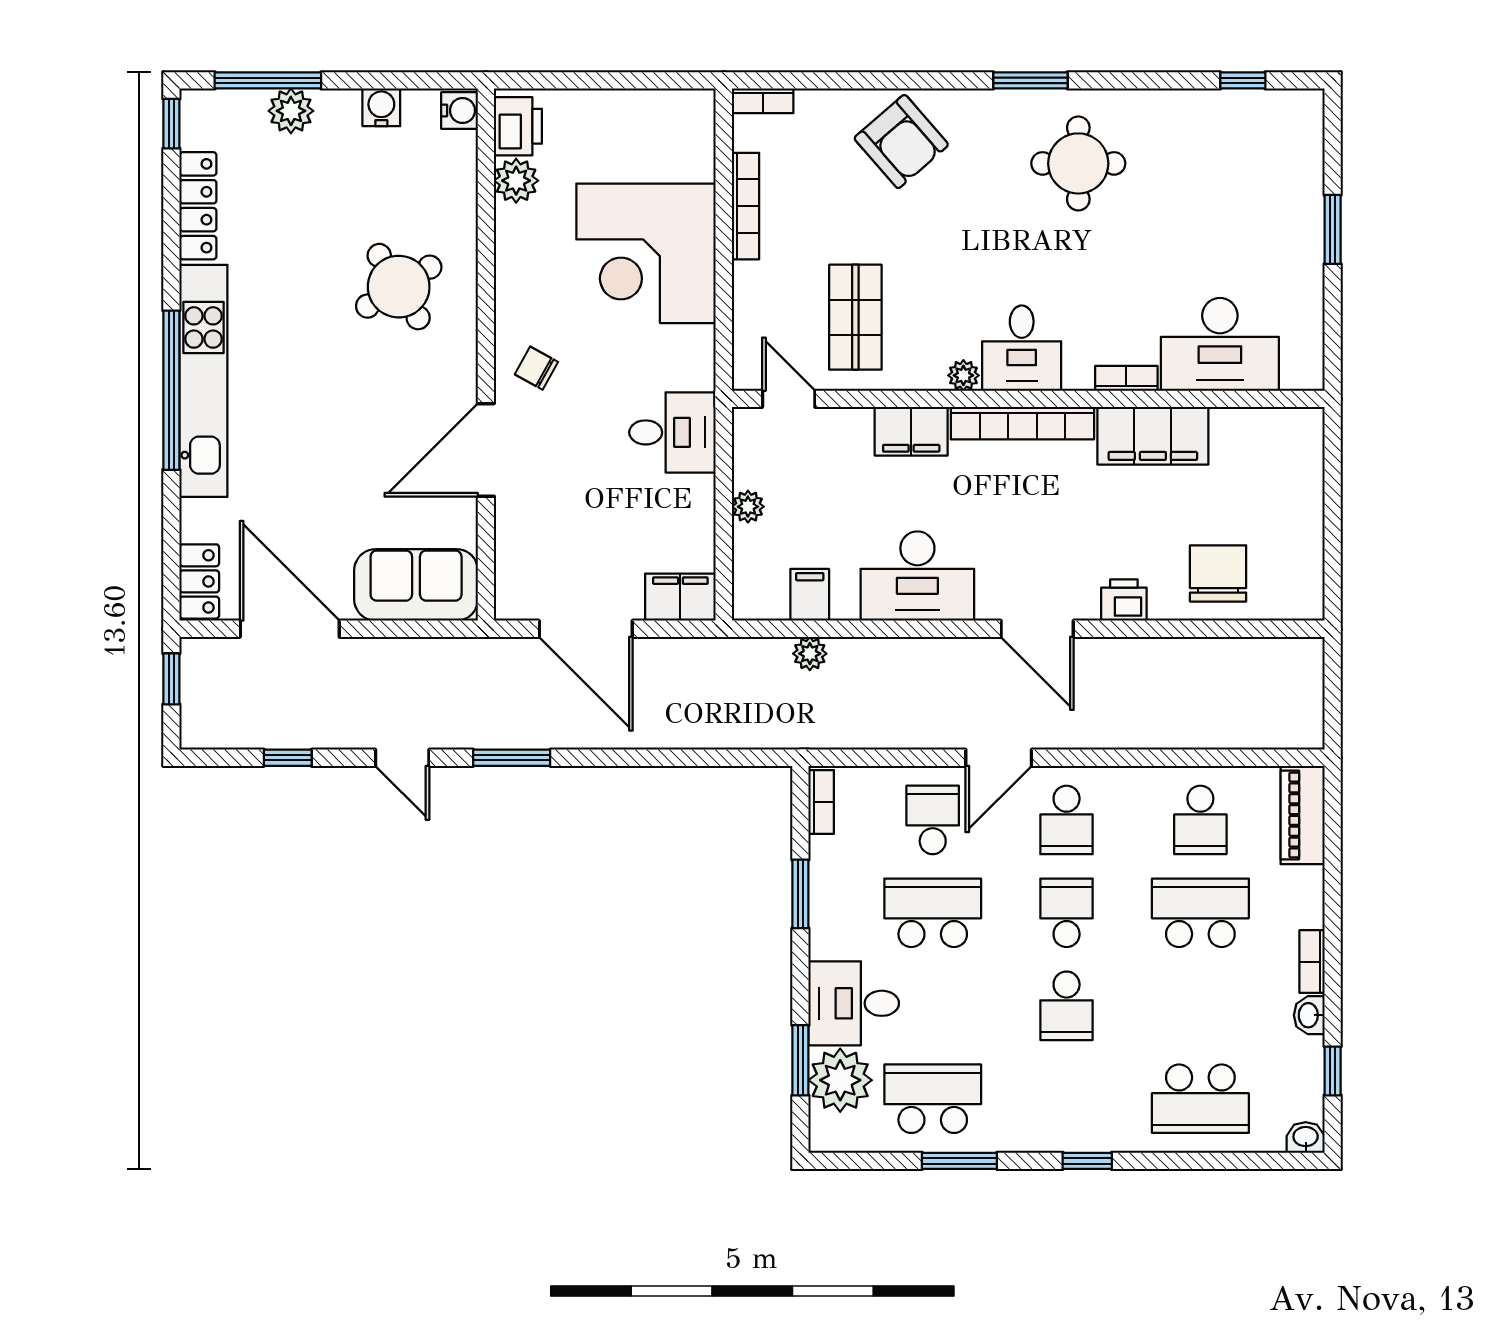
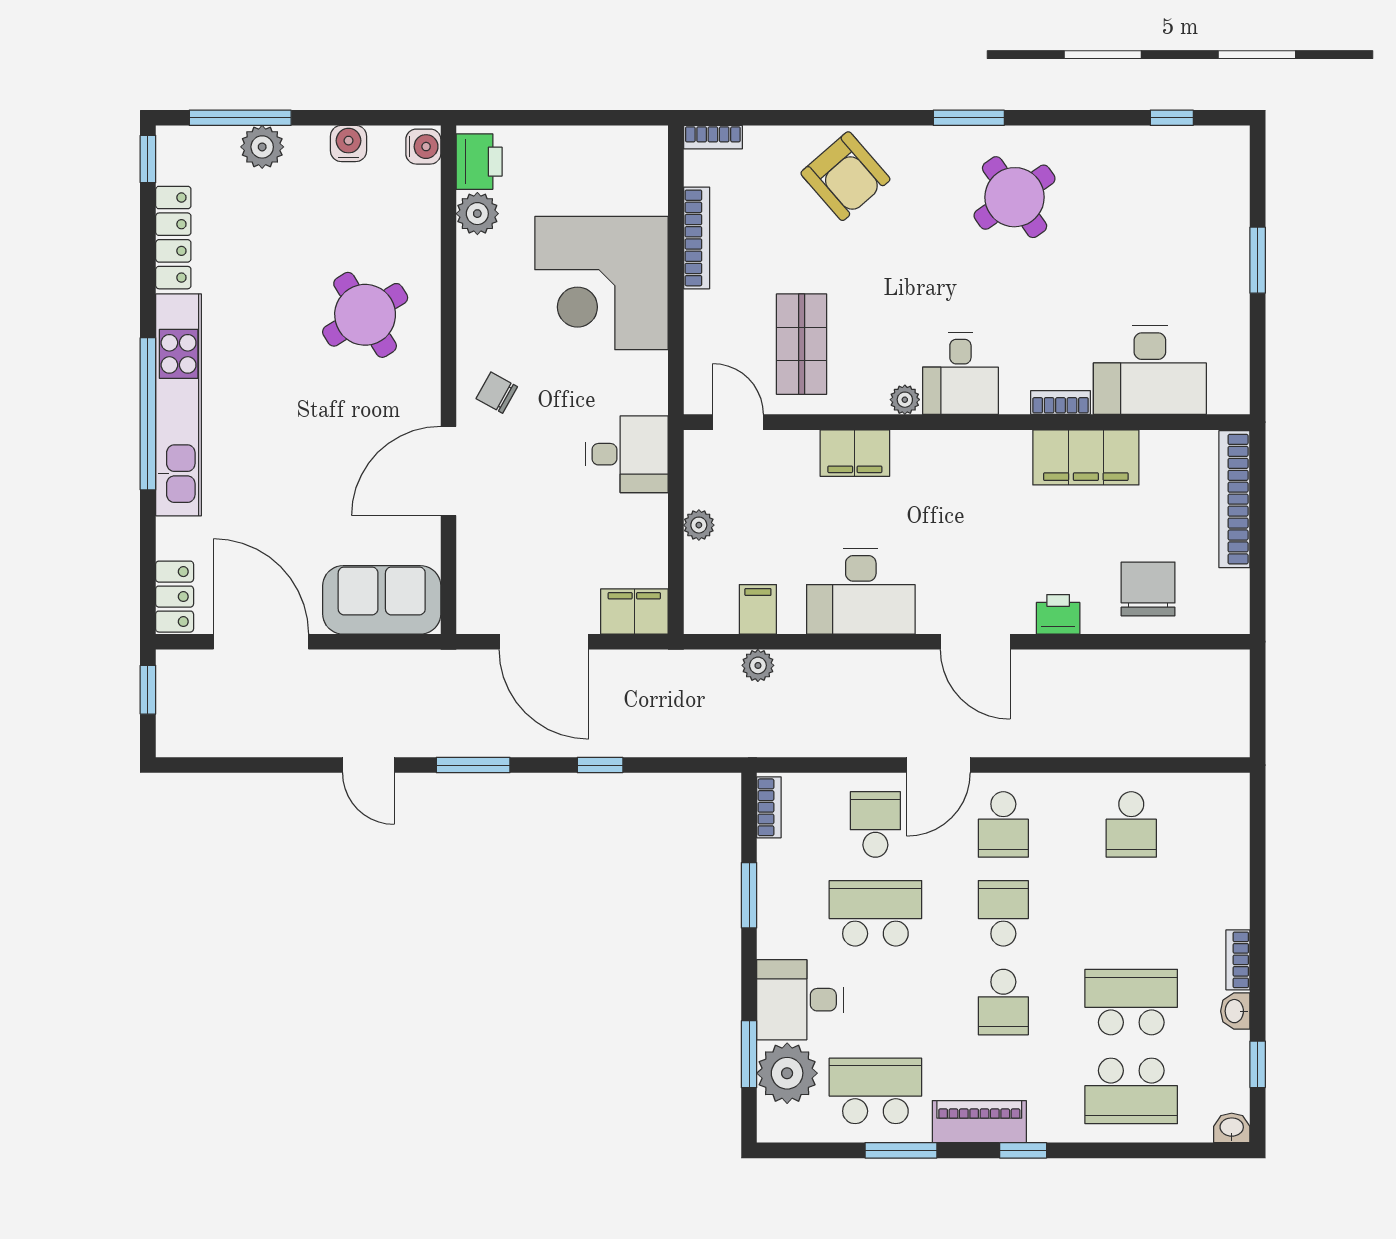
round table: (1078, 163) -> (1015, 197), turned -35
bookcase: (1022, 423) -> (1234, 499), moved, turned 90
window: (288, 758) -> (600, 765), moved
piano: (1303, 815) -> (979, 1122), moved, turned 90
school desk: (1200, 913) -> (1131, 1002), moved

